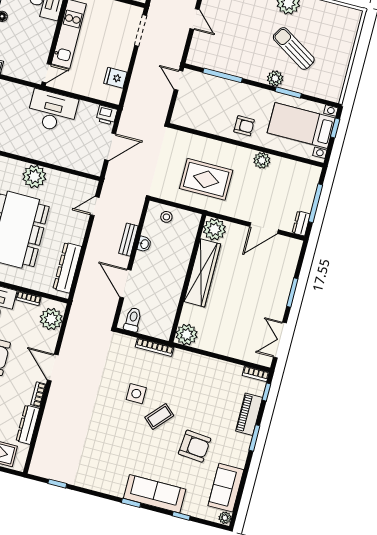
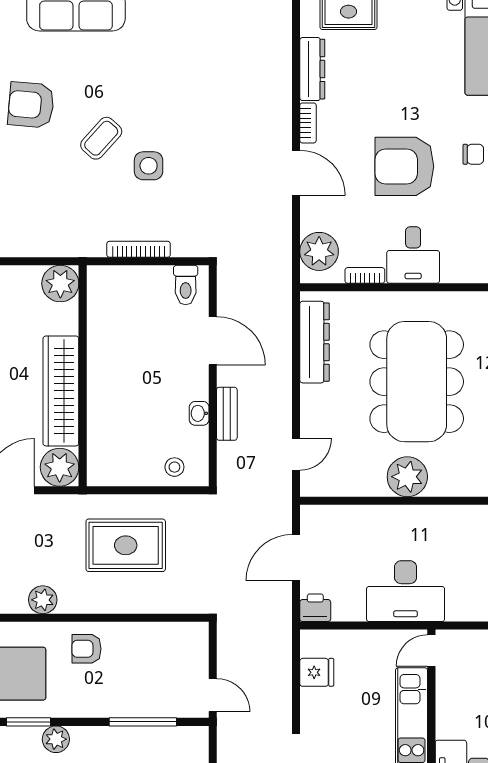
plant: (214, 229) -> (60, 467), moved
wardrobe: (202, 273) -> (61, 391), moved
wall: (188, 278) -> (83, 376), moved
plant: (187, 335) -> (60, 284), moved

